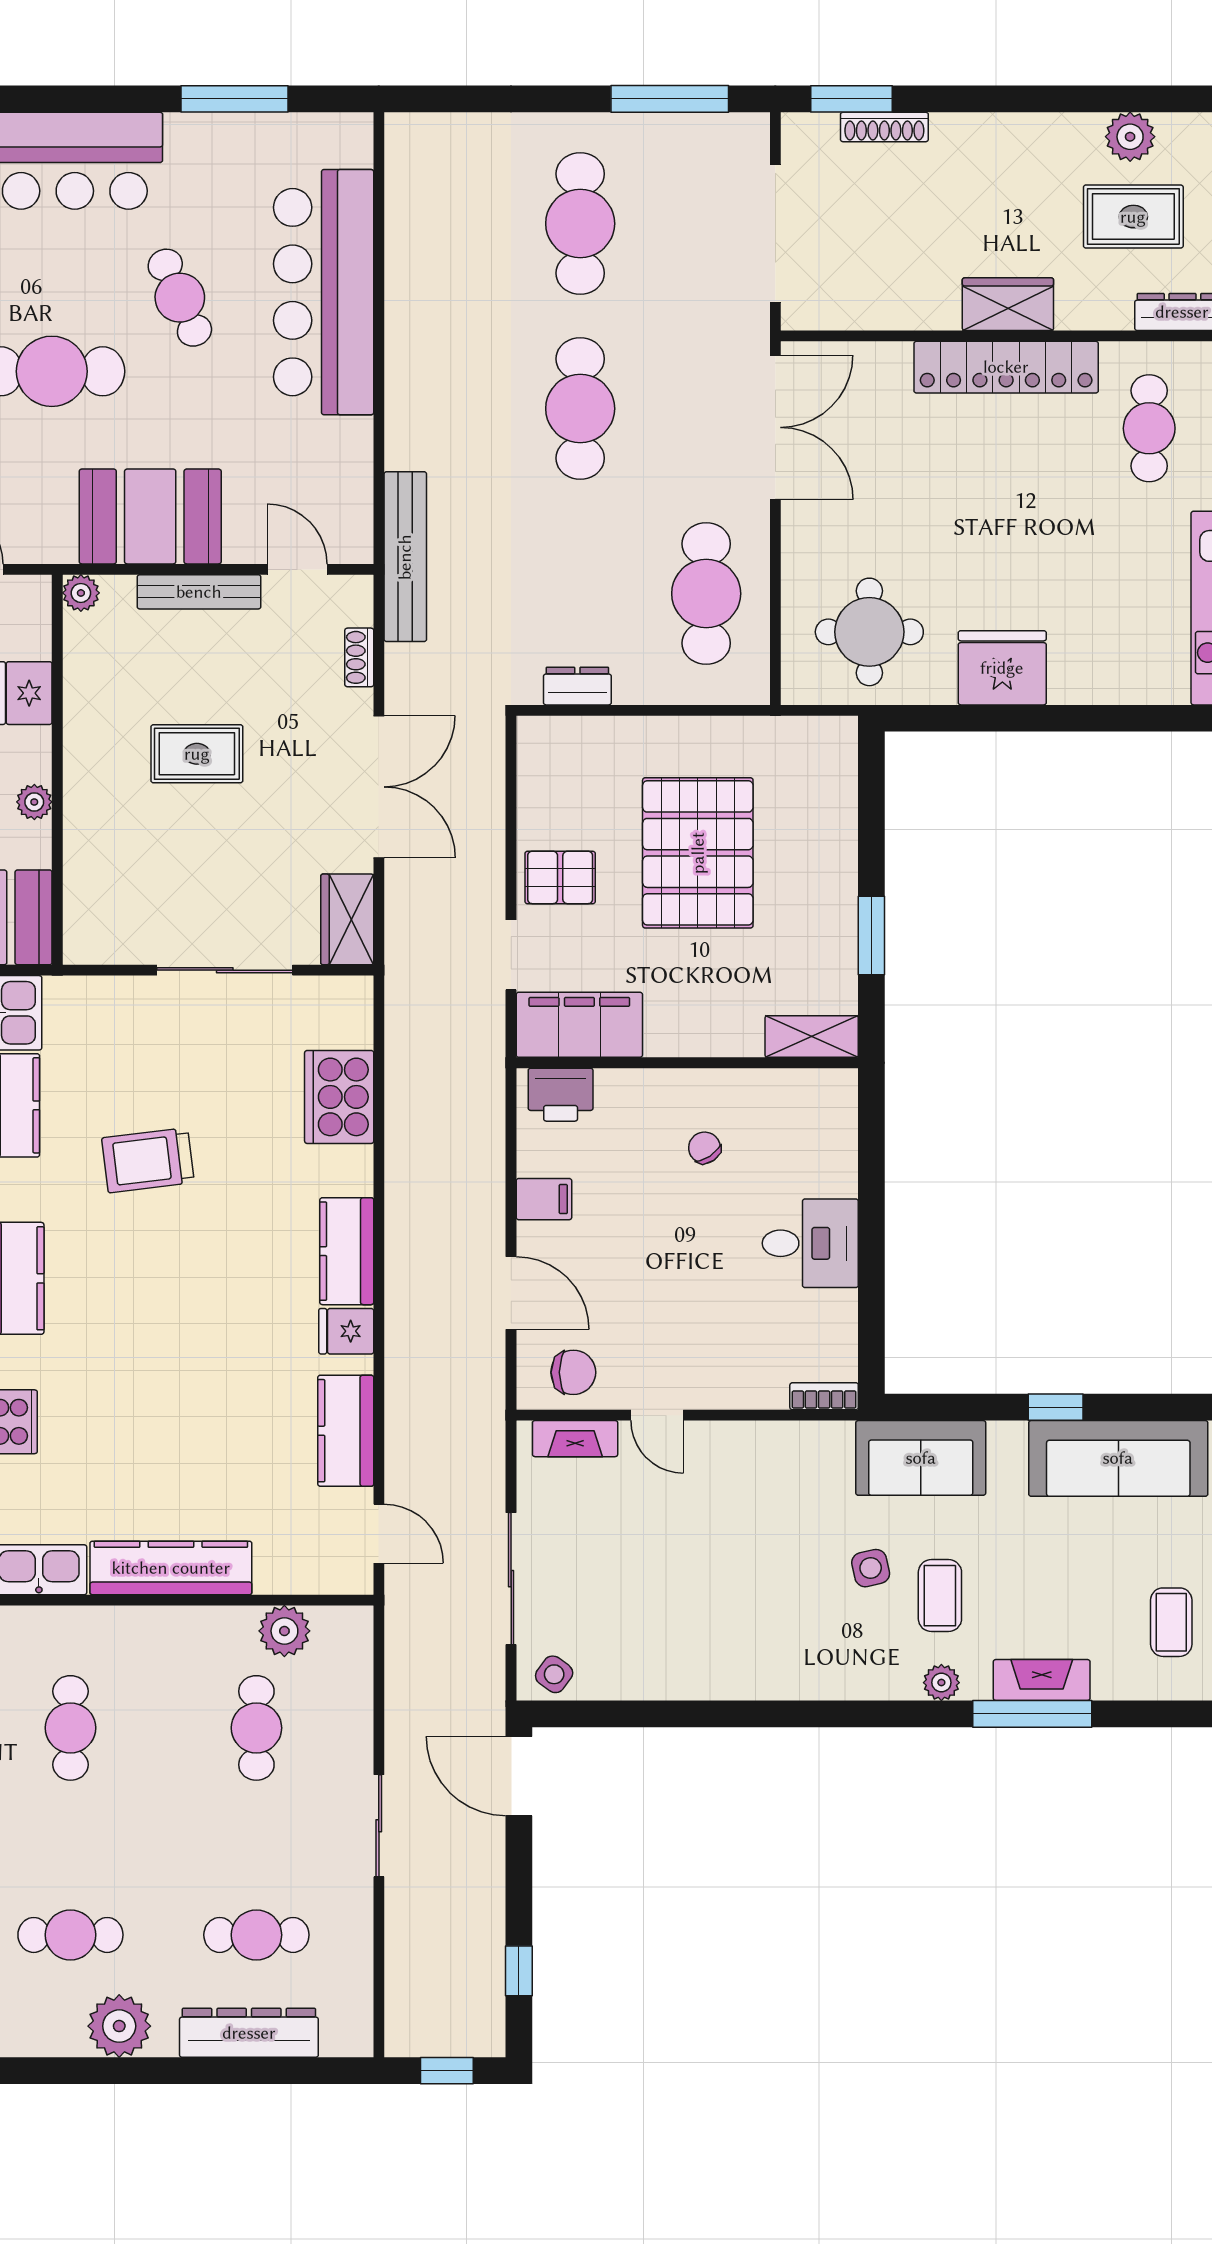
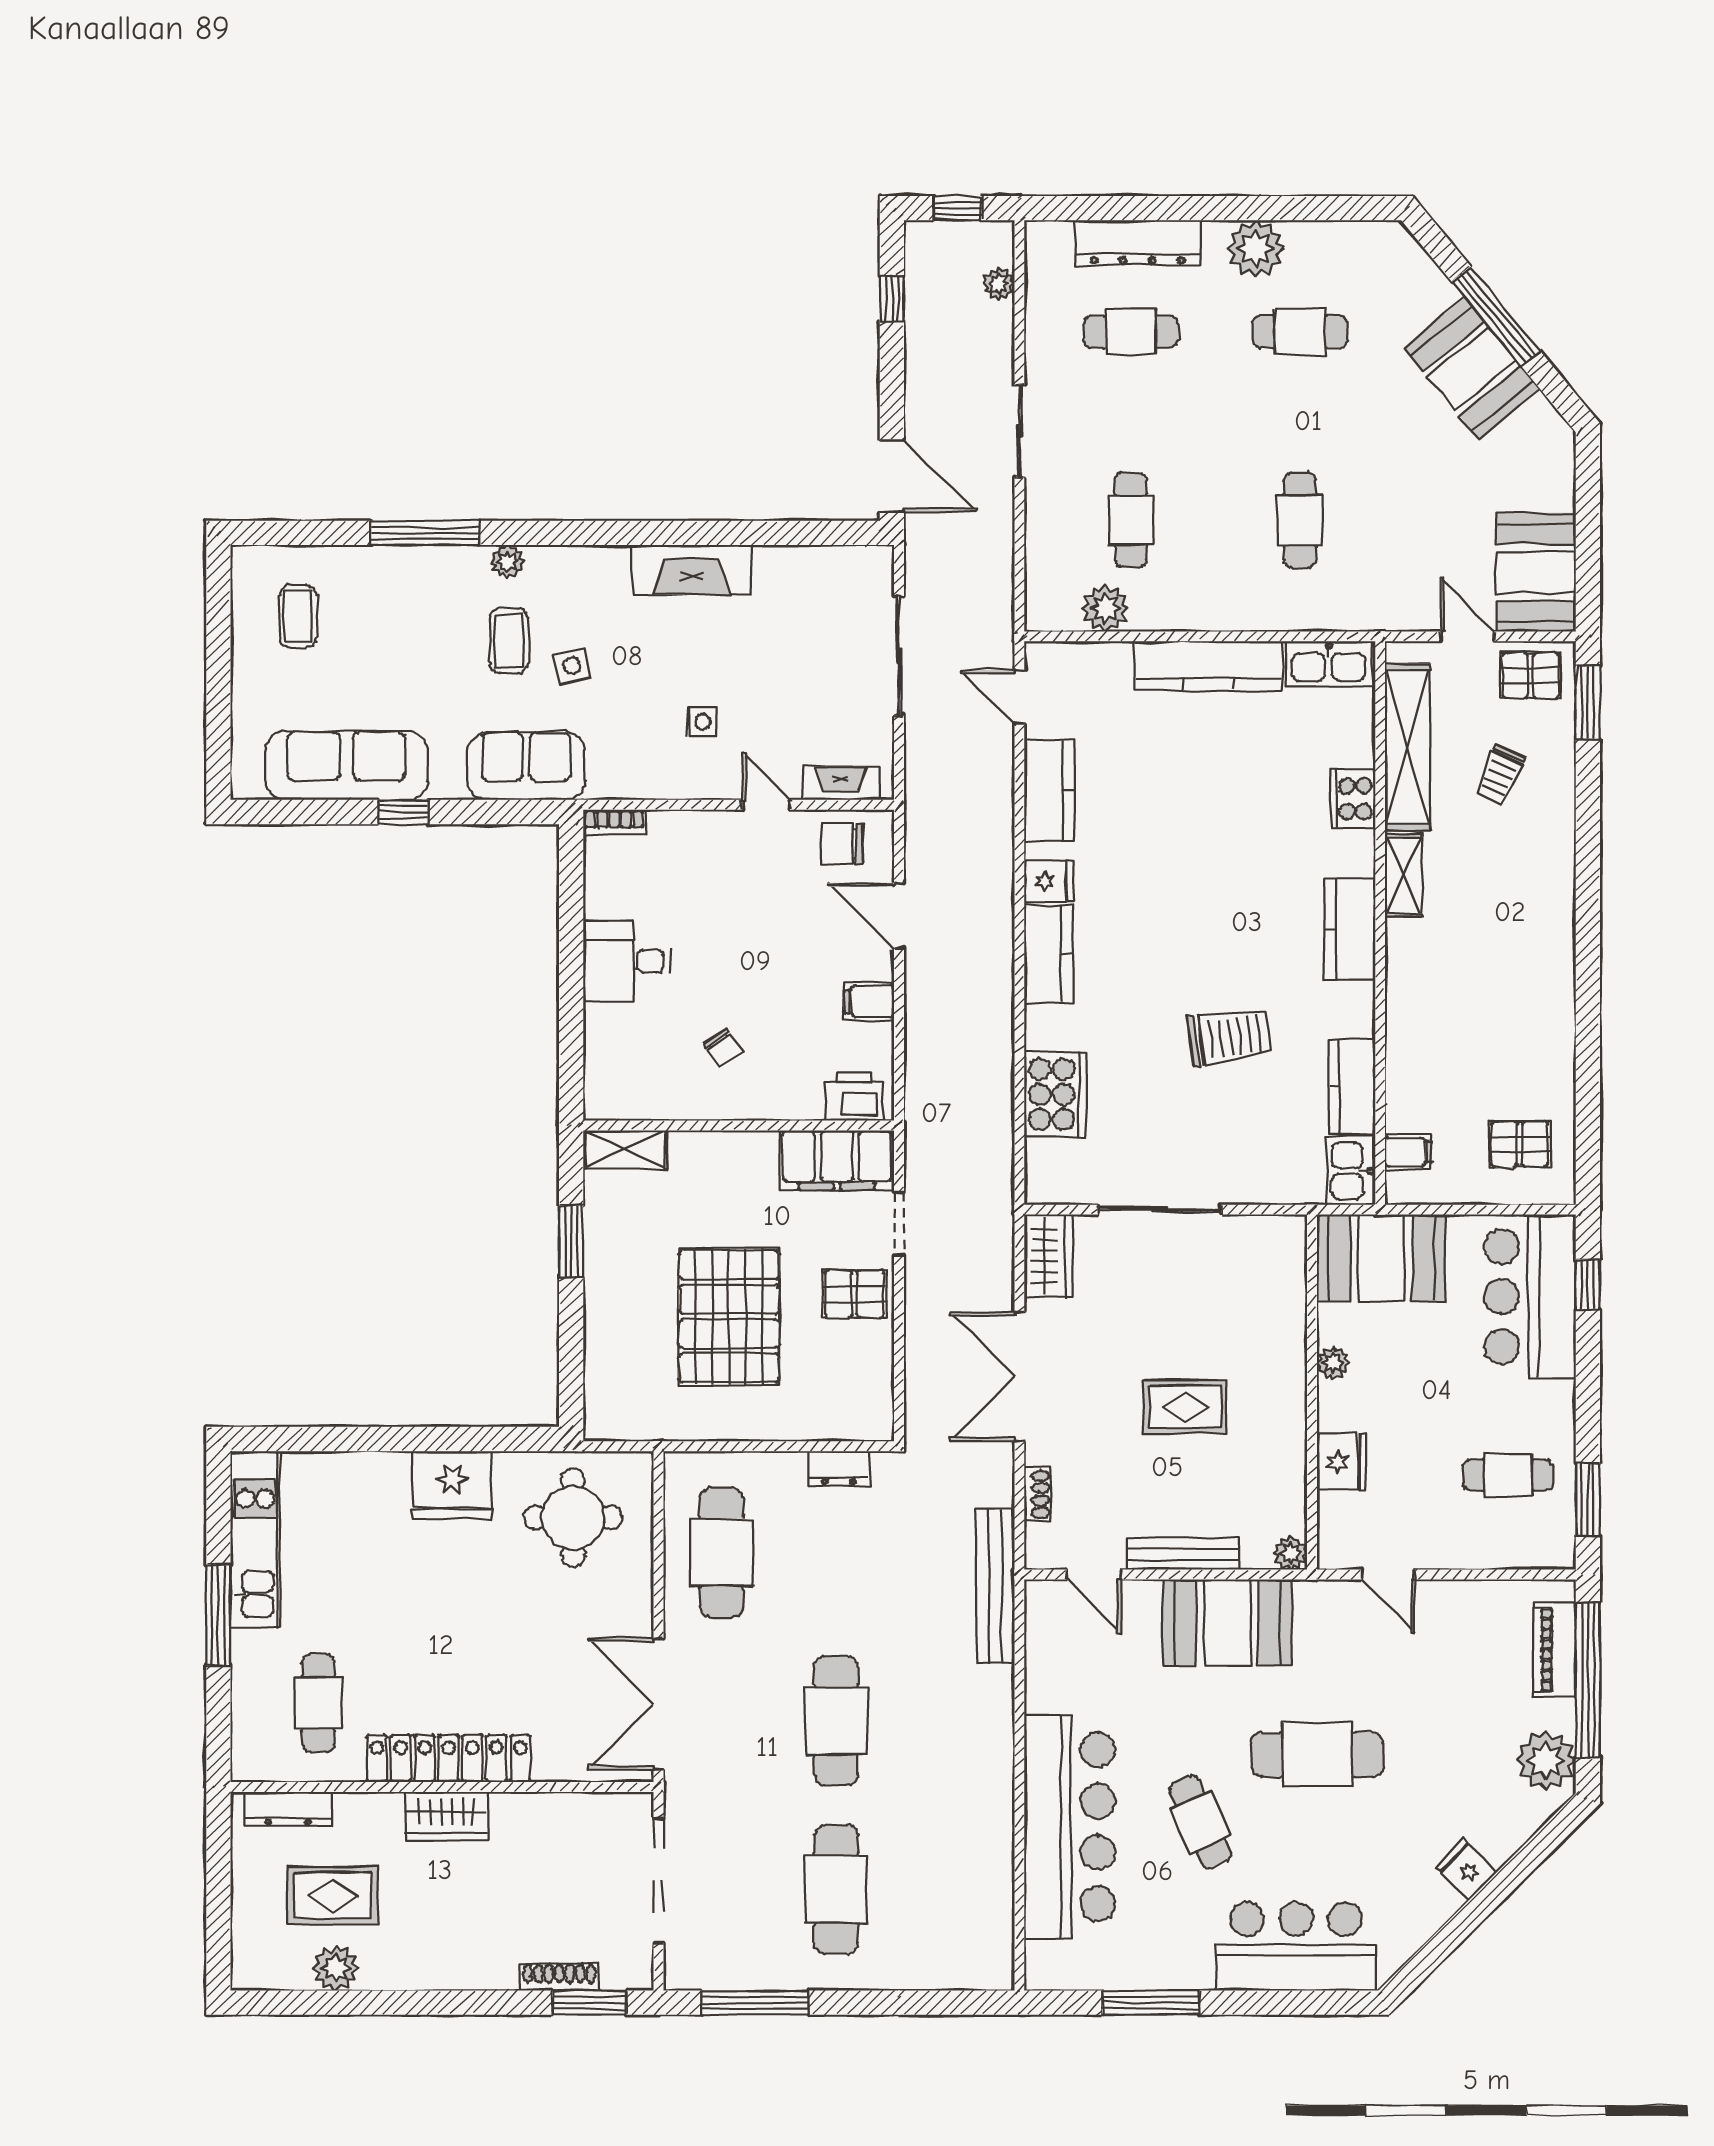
side table: (554, 1674) -> (703, 722), moved, turned -36
fireplace: (1042, 1680) -> (692, 570), moved, width x1.37, depth x1.32
plant: (402, 1988) -> (999, 284), added

